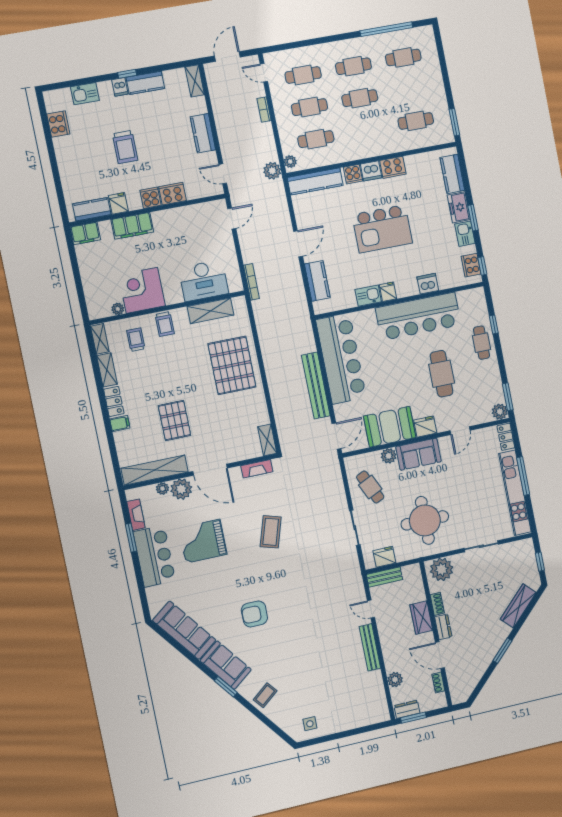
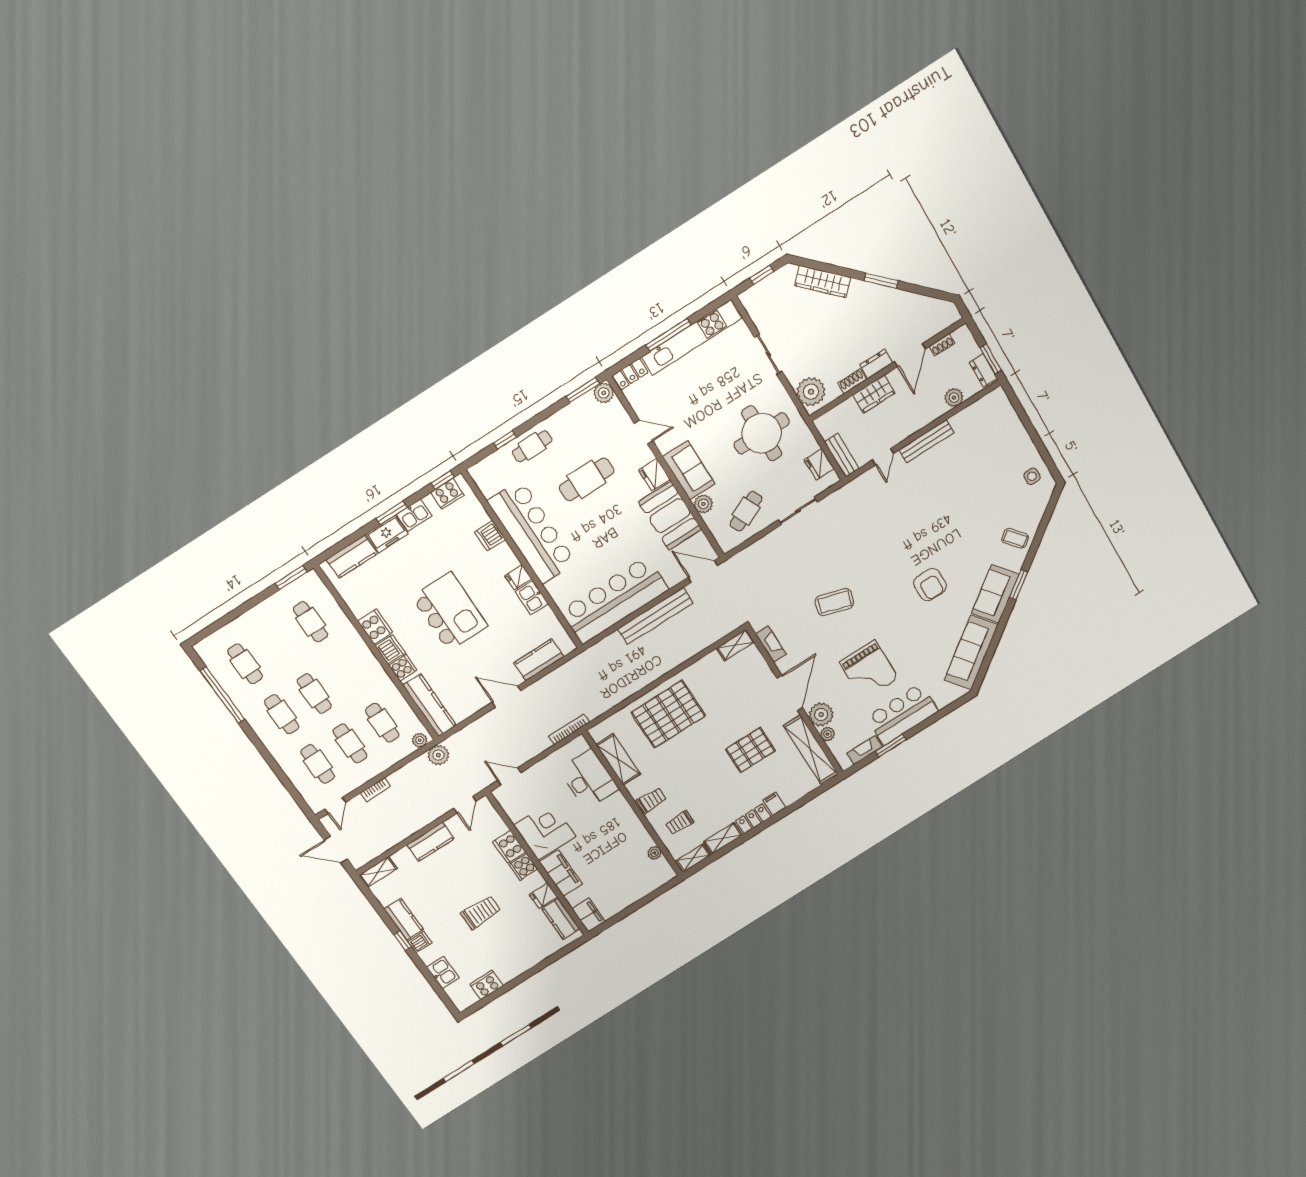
corner desk: (142, 290) -> (545, 831), moved, turned 180

